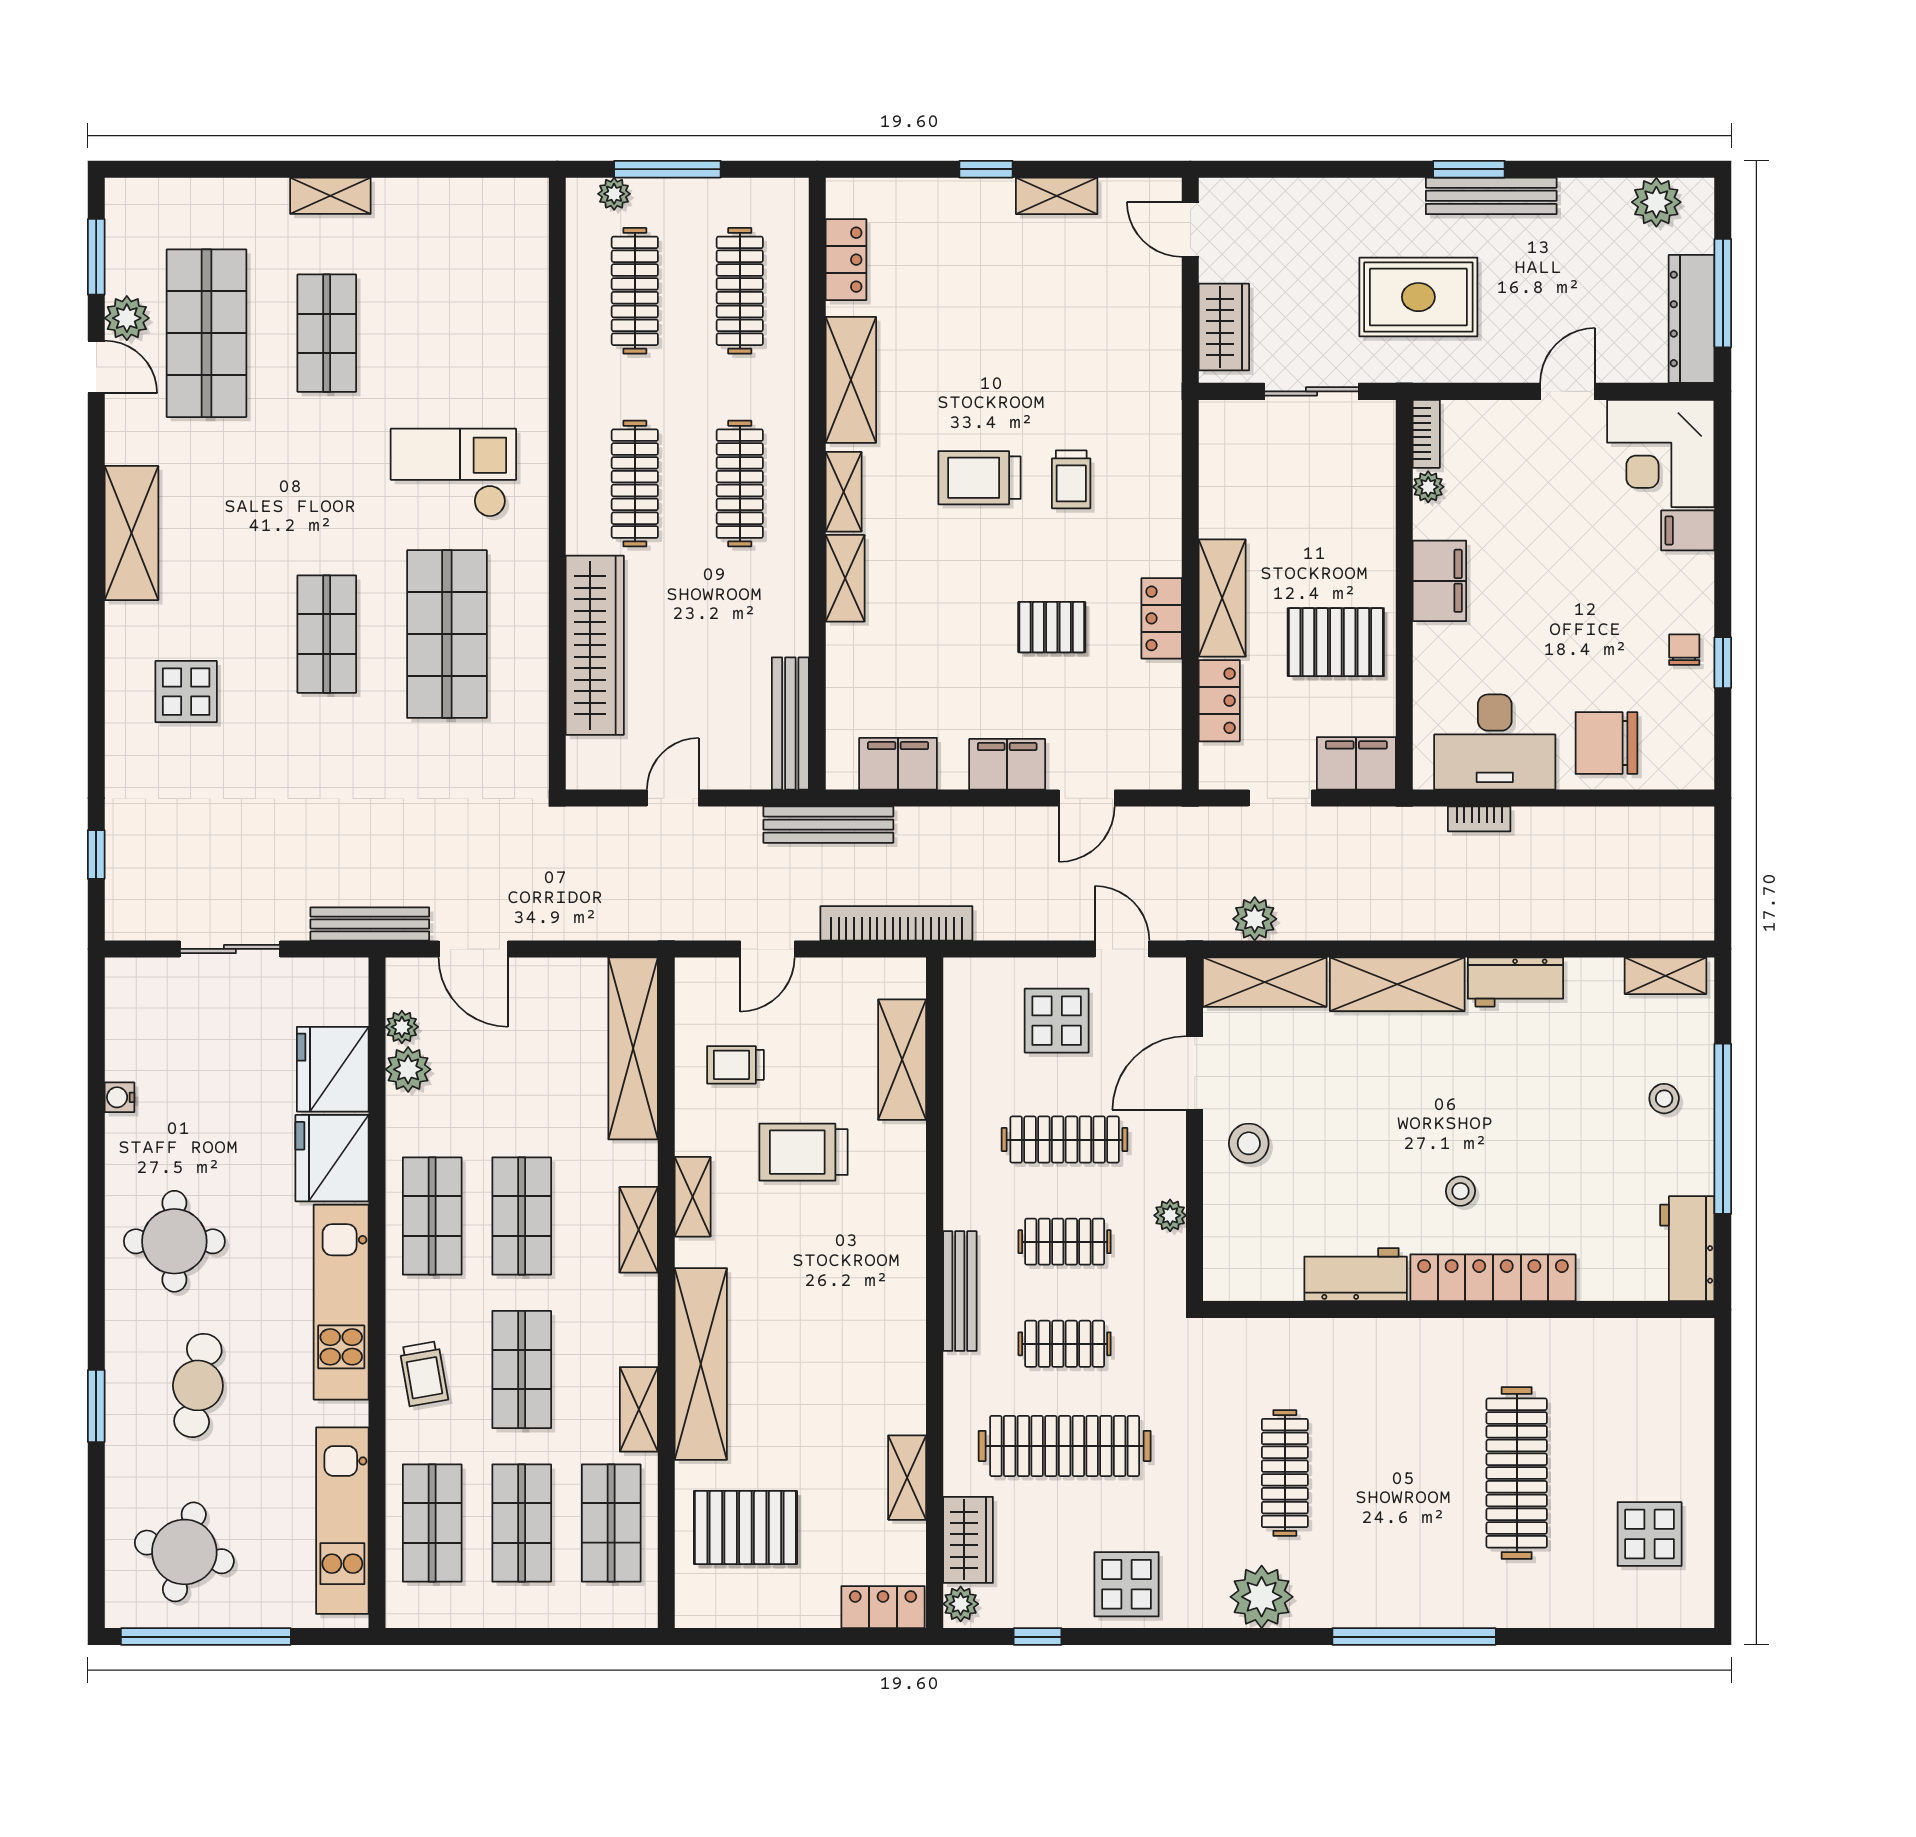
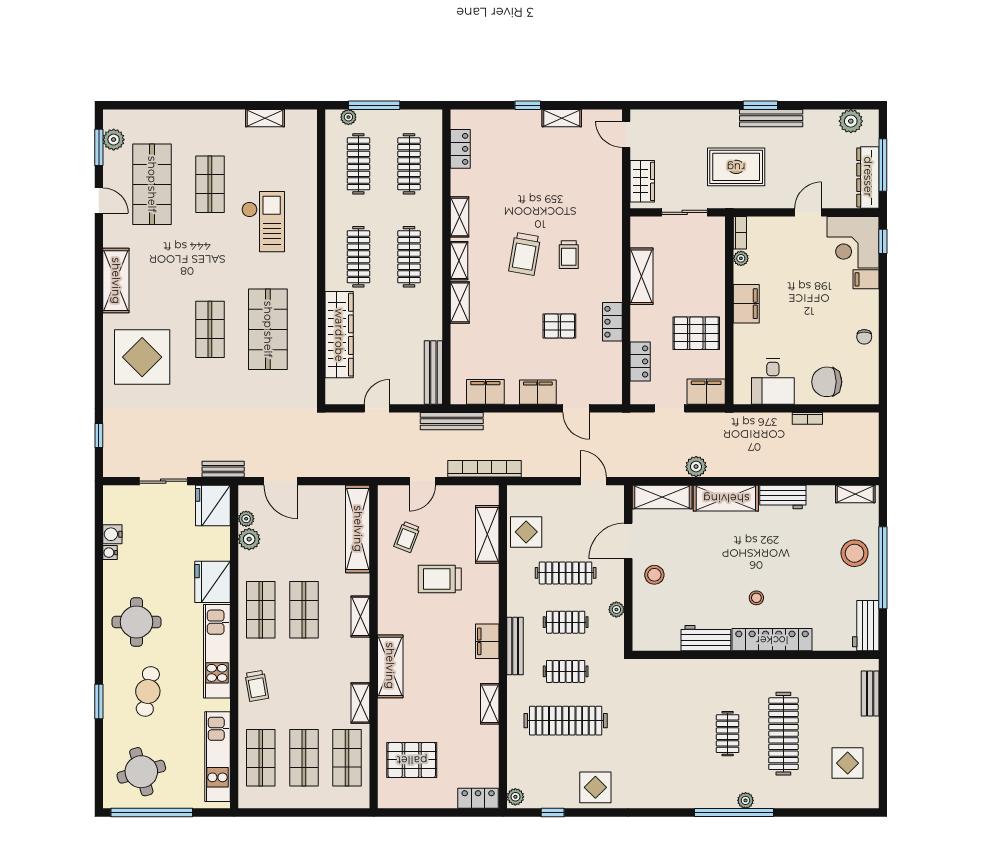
shelving: (330, 196) -> (265, 118), moved
plant: (127, 318) -> (114, 140), moved
shelving: (851, 380) -> (460, 217), width x0.67, depth x0.75
checkout: (453, 473) -> (263, 222), moved, turned 90
trolley: (979, 478) -> (525, 254), turned -80
shelving: (1222, 598) -> (642, 276), moved
chair: (1684, 650) -> (864, 337), turned 180
window: (1723, 663) -> (883, 241), moved
display table: (186, 692) -> (142, 357), width x1.86, depth x1.86
desk: (1495, 742) -> (773, 381), width x0.73
door: (1087, 798) -> (576, 408), hinge flipped
bookcase: (1479, 819) -> (807, 418), moved
plant: (1255, 919) -> (696, 467), moved
bench: (370, 924) -> (223, 469), width x0.73
display table: (1057, 1021) -> (526, 532), moved
water cooler: (124, 1059) -> (112, 534), added
trolley: (735, 1065) -> (407, 537), turned -69
fridge: (333, 1069) -> (213, 506), moved
stool: (1664, 1099) -> (855, 553), width x1.89, depth x1.89
shelving: (693, 1197) -> (386, 600), removed
filing cabinet: (902, 1281) -> (487, 641), added
shelving: (701, 1364) -> (390, 666), width x0.68
shop shelf: (522, 1370) -> (304, 684), removed
bench: (1696, 1390) -> (870, 693), added
clothes rail: (1285, 1473) -> (728, 734), moved, width x0.73
shelving: (907, 1478) -> (490, 704), moved
wardrobe: (968, 1540) -> (519, 766), removed
round table: (184, 1552) -> (141, 772), turned -30
plant: (1262, 1597) -> (746, 800), moved, width x0.53, depth x0.53

